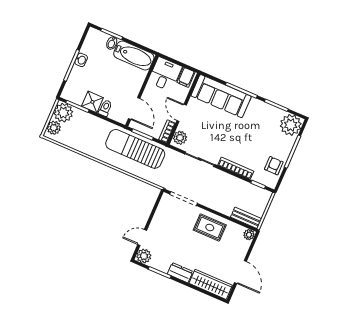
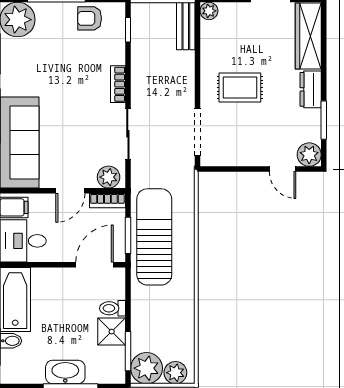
washbasin: (81, 60) -> (65, 372), width x1.91, depth x1.45
sun lounger: (135, 149) -> (154, 237), turned 180
bookcase: (236, 168) -> (118, 84), width x0.64
rug: (210, 227) -> (240, 88), moved, turned 90

